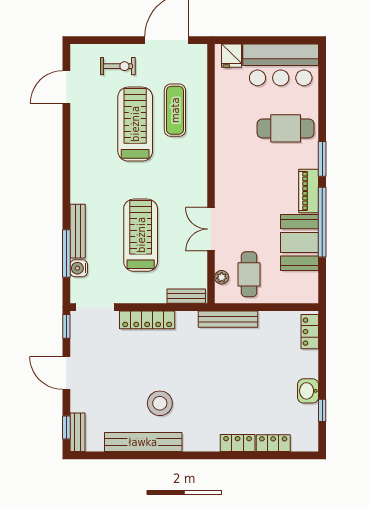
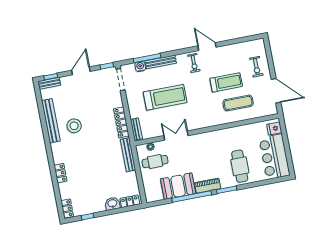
door: (66, 87) -> (207, 47), moved
treadmill: (135, 124) -> (226, 82), width x0.73, depth x0.73
exercise bike: (90, 174) -> (194, 63), added
locker: (147, 320) -> (121, 122), moved
washbasin: (308, 391) -> (112, 204), moved
locker: (273, 443) -> (67, 209), moved

